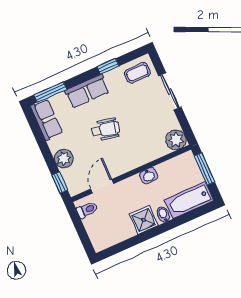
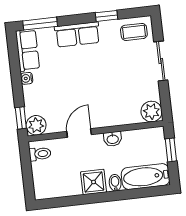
wheelchair: (106, 129) -> (84, 79), removed
water cooler: (54, 145) -> (27, 78), added
plant: (64, 159) -> (36, 125), moved
window: (204, 169) -> (171, 150), width x0.67
door: (102, 186) -> (79, 133), moved

